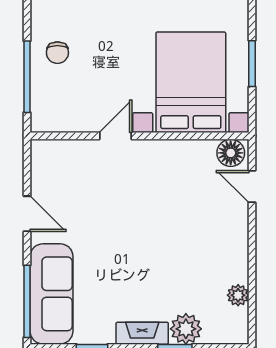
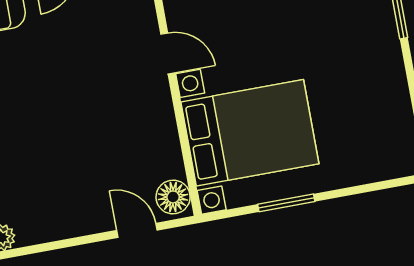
door: (252, 187) -> (137, 230), hinge flipped

